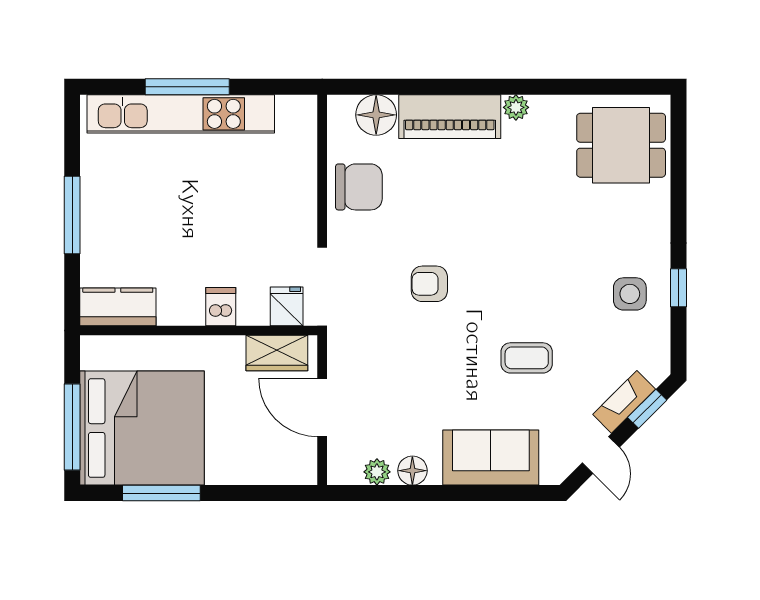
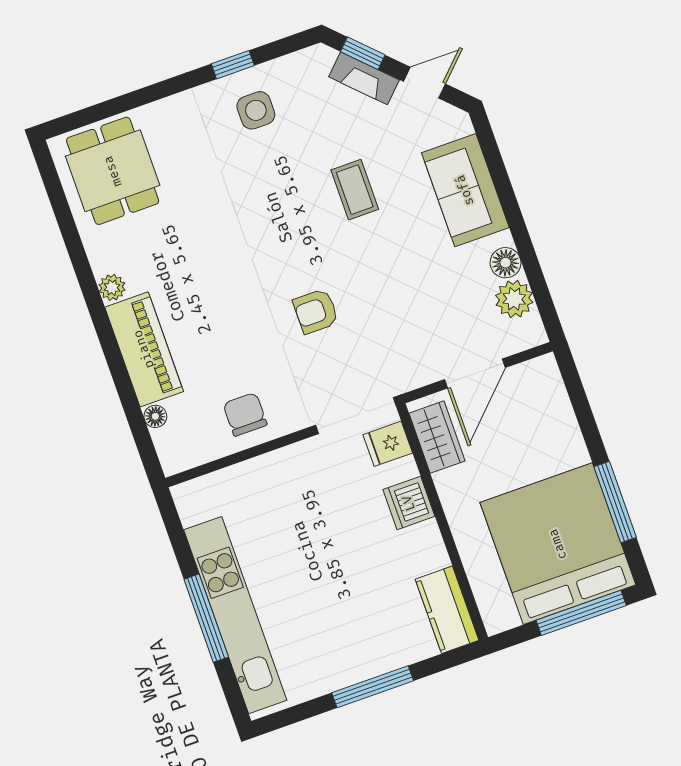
floor lamp: (376, 115) -> (155, 416), width x0.53, depth x0.53
chair: (359, 187) -> (245, 414), width x0.73, depth x0.73
armchair: (429, 284) -> (316, 311), turned 90
dishwasher: (221, 307) -> (409, 503), width x1.38
plant: (377, 472) -> (514, 299), width x1.38, depth x1.38

